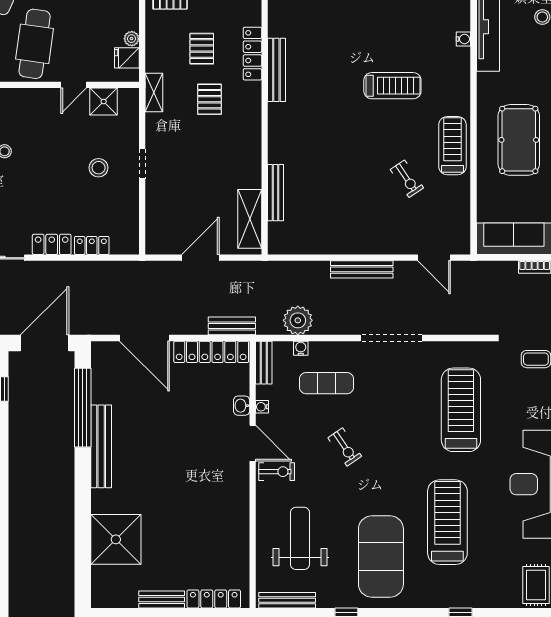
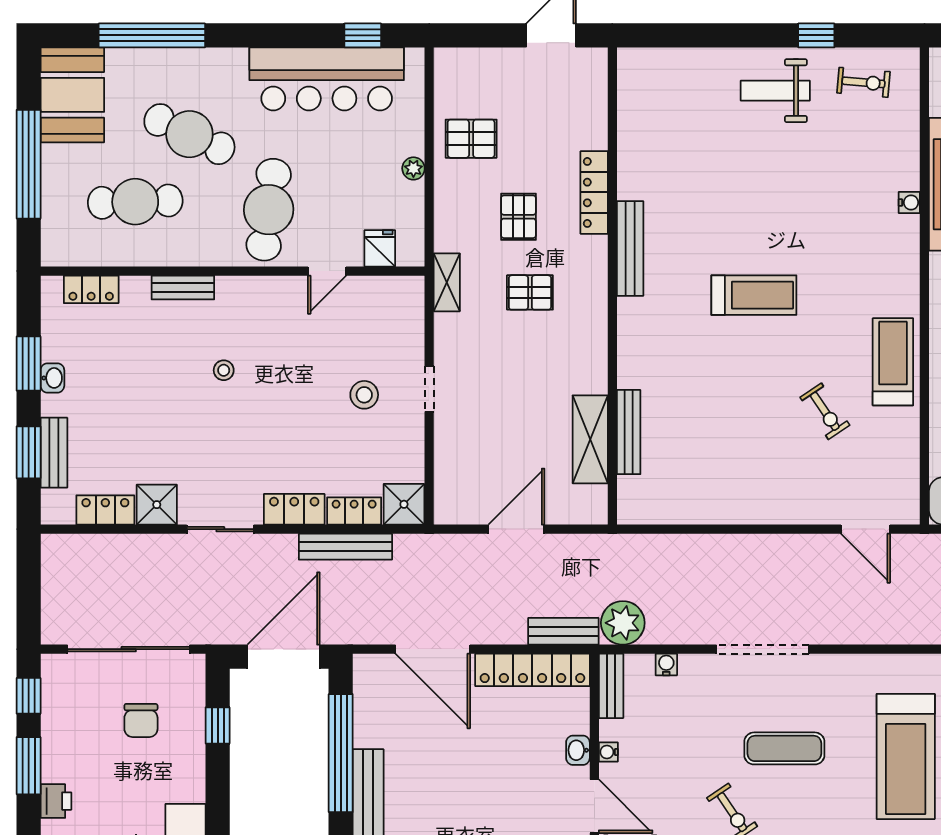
plant: (132, 39) -> (413, 168), moved
locker: (252, 54) -> (594, 192), moved
fridge: (127, 58) -> (380, 248), moved, turned 90
treadmill: (392, 86) -> (754, 295), moved
pallet: (209, 99) -> (530, 292), turned 90
shower: (104, 102) -> (404, 504), moved
shelving: (250, 219) -> (590, 439), moved
bench: (362, 269) -> (345, 547), moved
plant: (298, 320) -> (623, 623), moved
doorway: (391, 338) -> (763, 649), moved
exercise mat: (327, 383) -> (784, 748), moved
treadmill: (461, 410) -> (906, 756), turned 180

